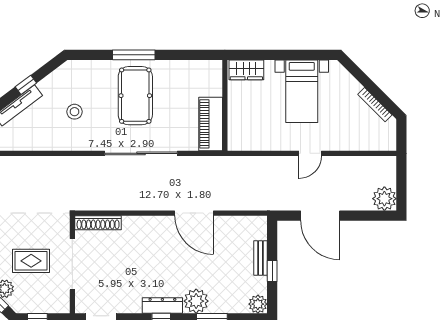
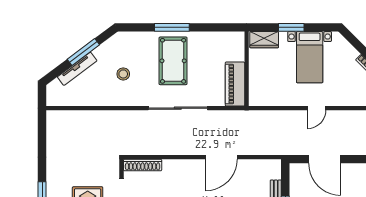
window: (279, 55) -> (291, 27), added
window: (26, 85) -> (83, 52), width x2.17
door: (194, 213) -> (221, 157), hinge flipped

